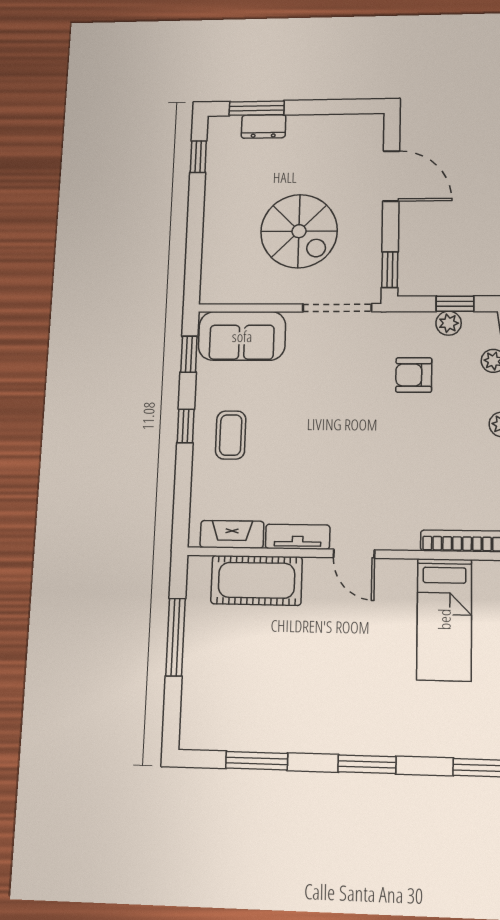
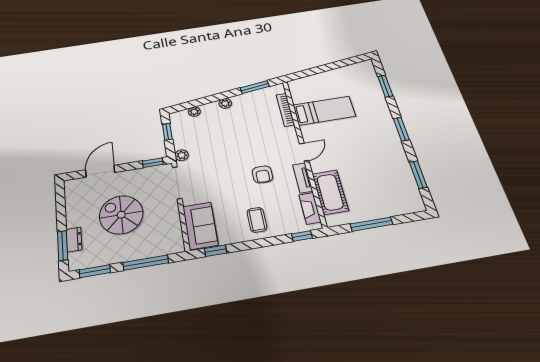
window: (198, 157) -> (95, 271), width x1.50
spiral stairs: (299, 231) -> (121, 215), moved, turned -90
window: (195, 238) -> (146, 263), added
plant: (449, 323) -> (182, 155), moved
armchair: (414, 375) -> (262, 174), moved
window: (186, 426) -> (302, 236), moved
coffee table: (231, 435) -> (257, 220), turned 90

